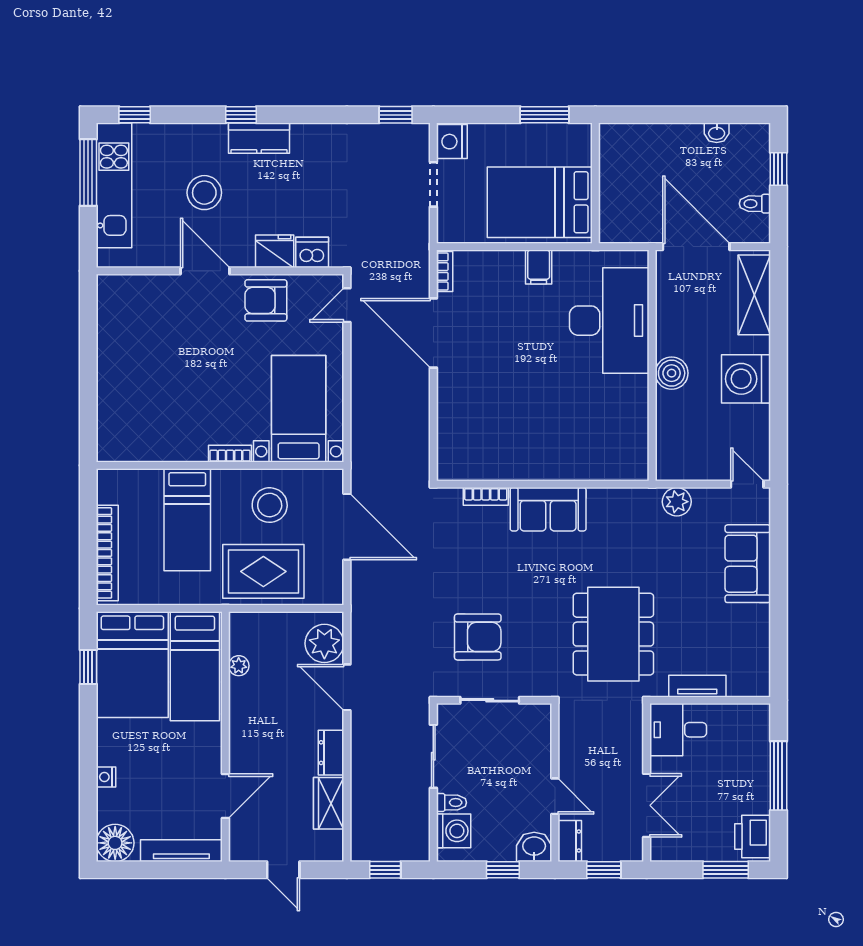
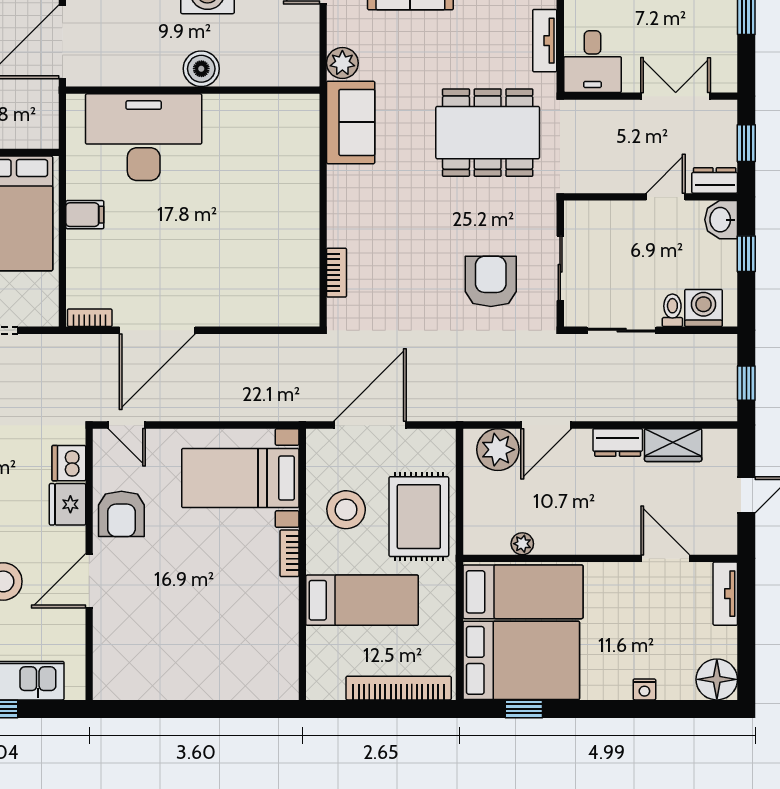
sofa: (548, 509) -> (351, 122), moved
tv unit: (181, 851) -> (725, 594), width x0.71

